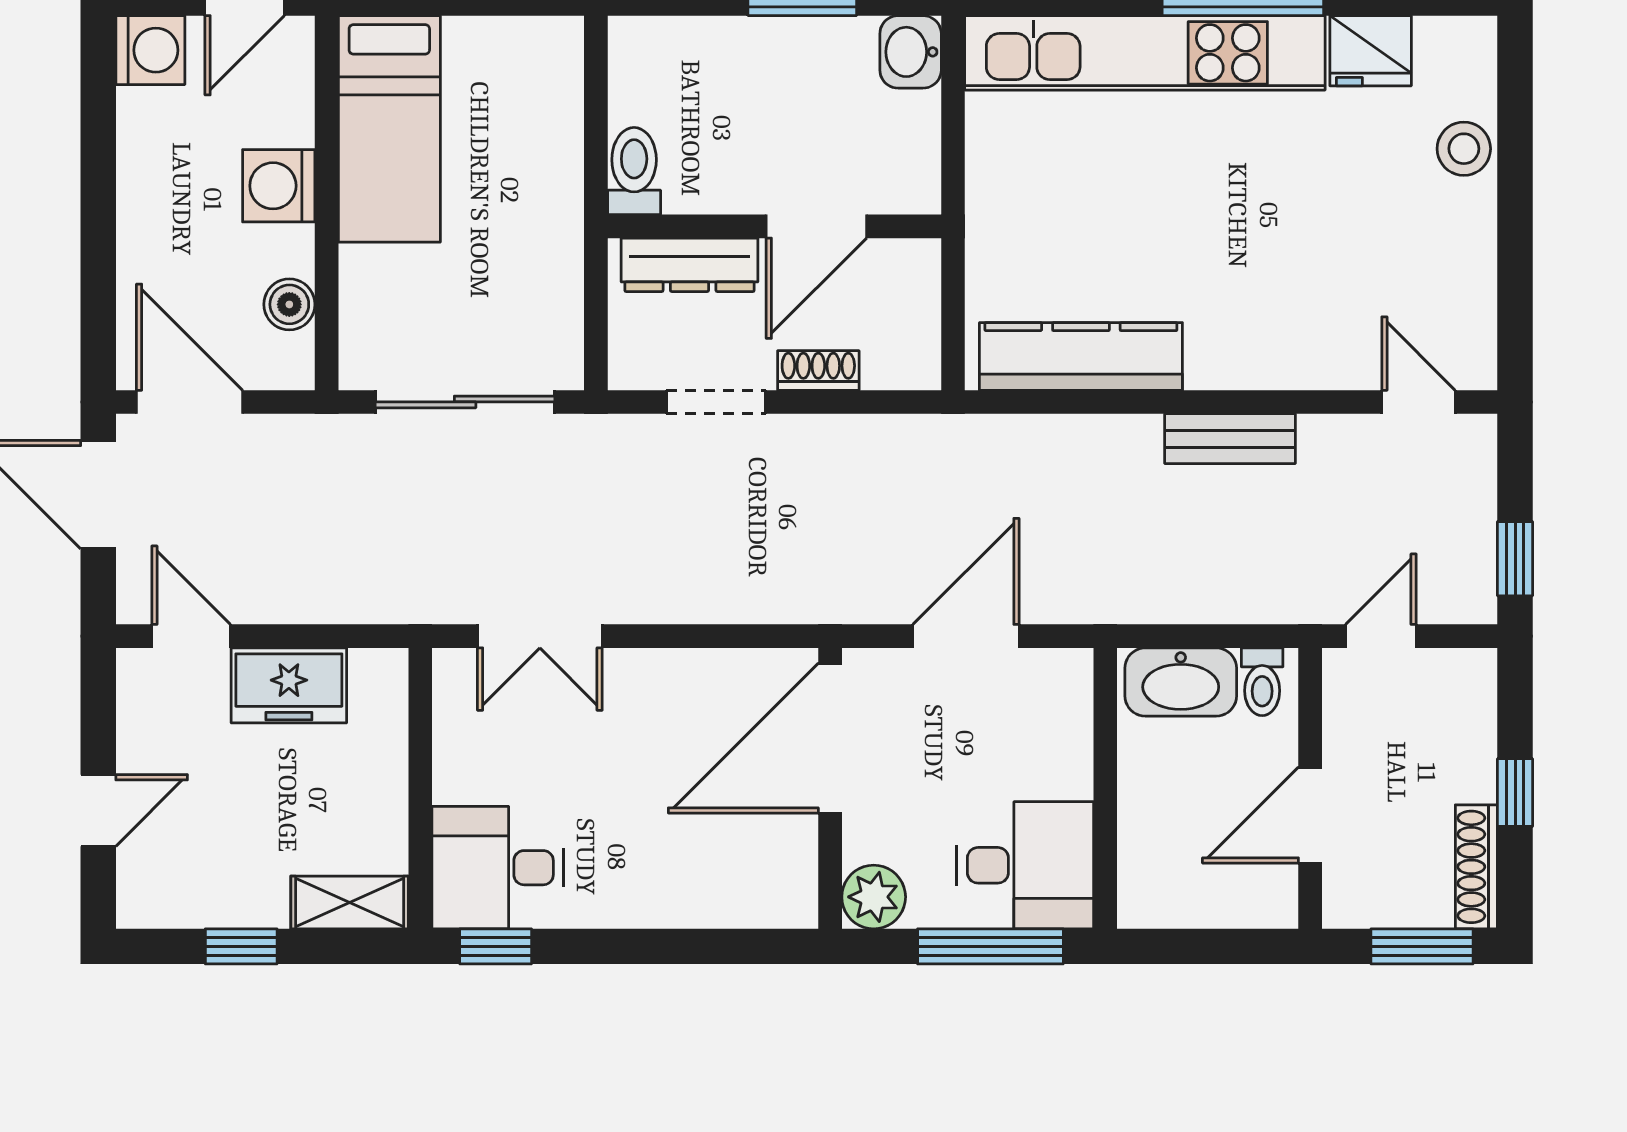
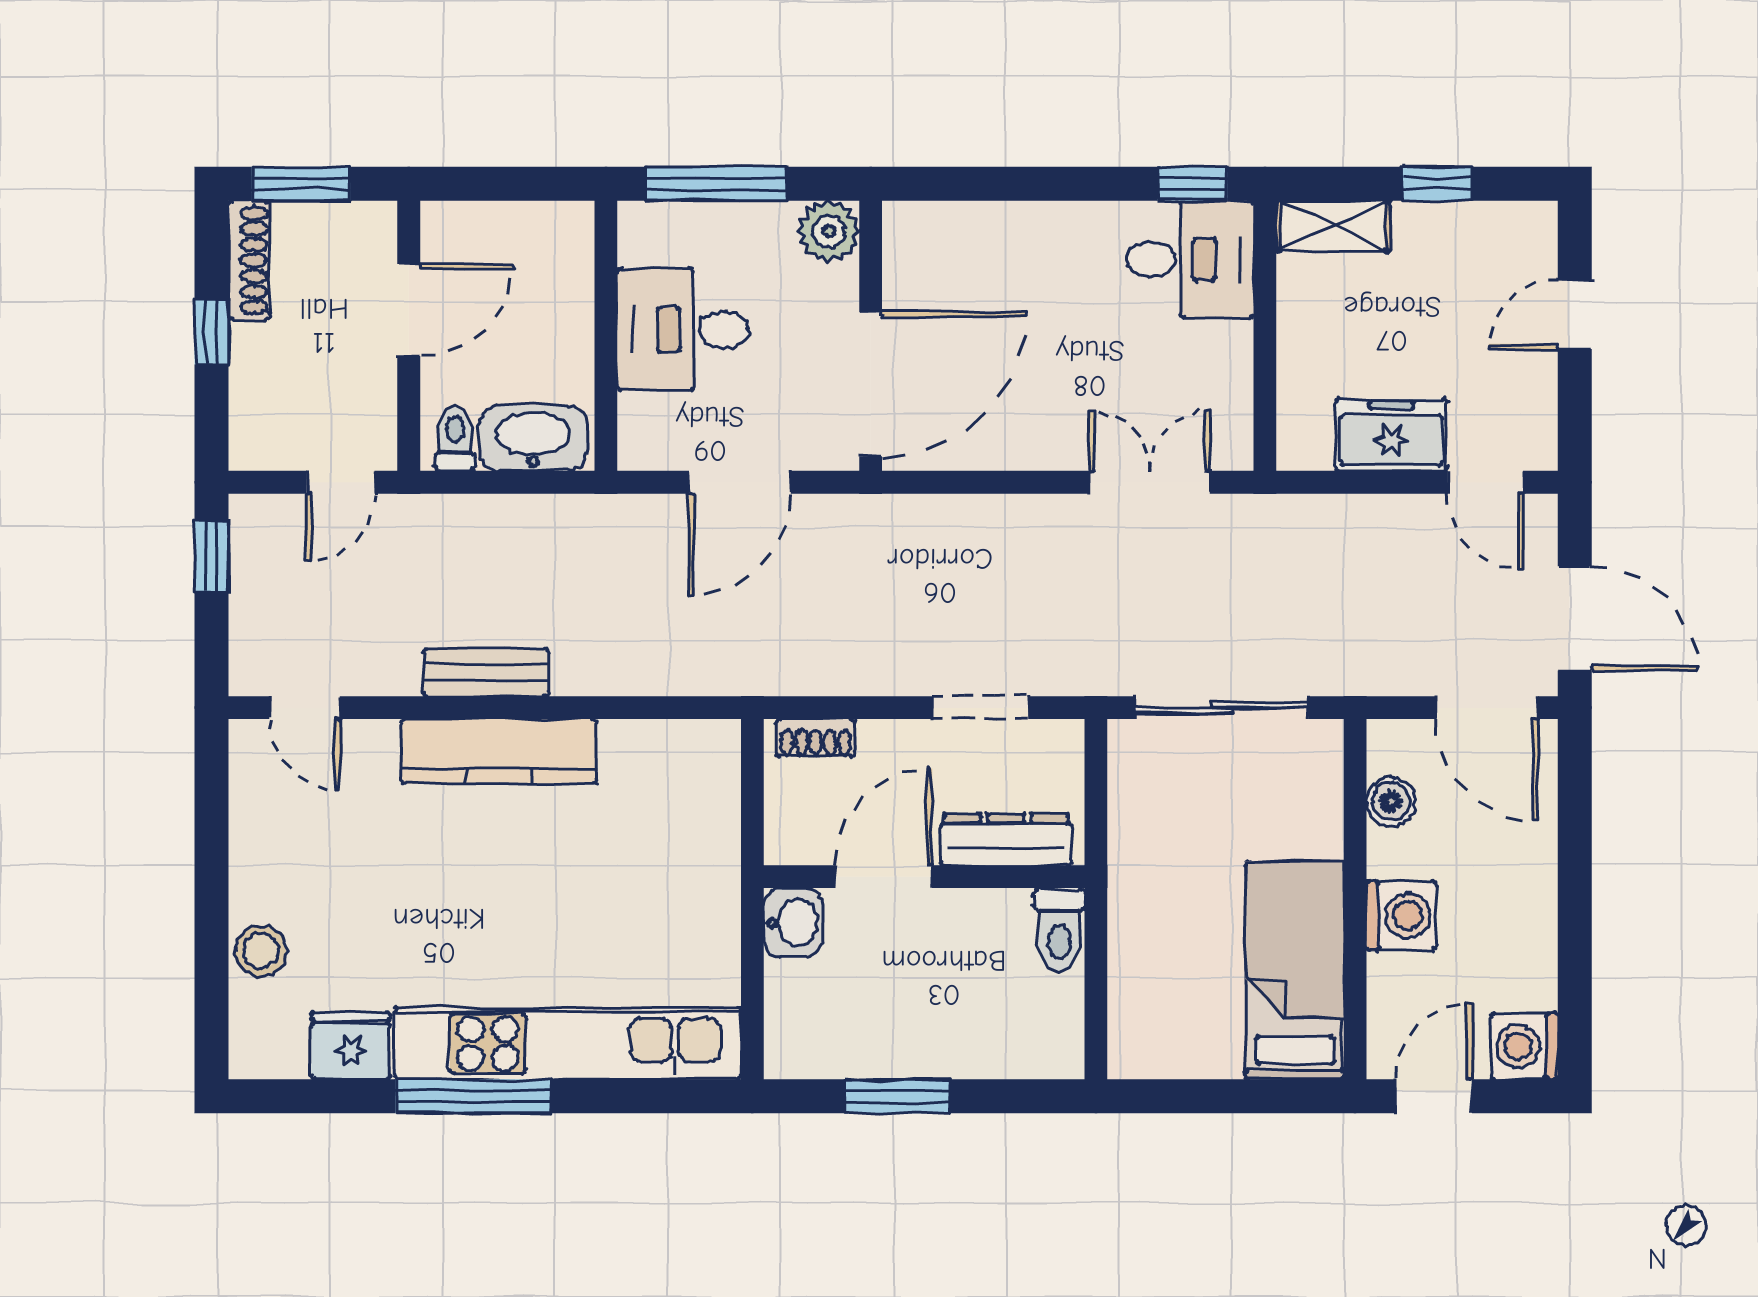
washbasin: (911, 52) -> (793, 923), moved
kitchen counter: (1081, 356) -> (499, 751), moved
shoe rack: (818, 370) -> (816, 738), moved
desk: (1025, 865) -> (683, 330), moved

